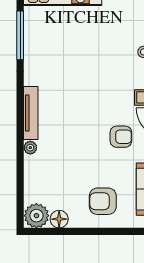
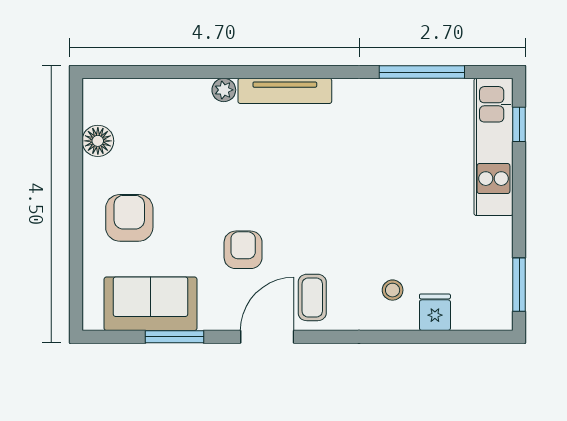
armchair: (121, 137) -> (243, 250), turned 180
plant: (36, 216) -> (104, 101), removed

